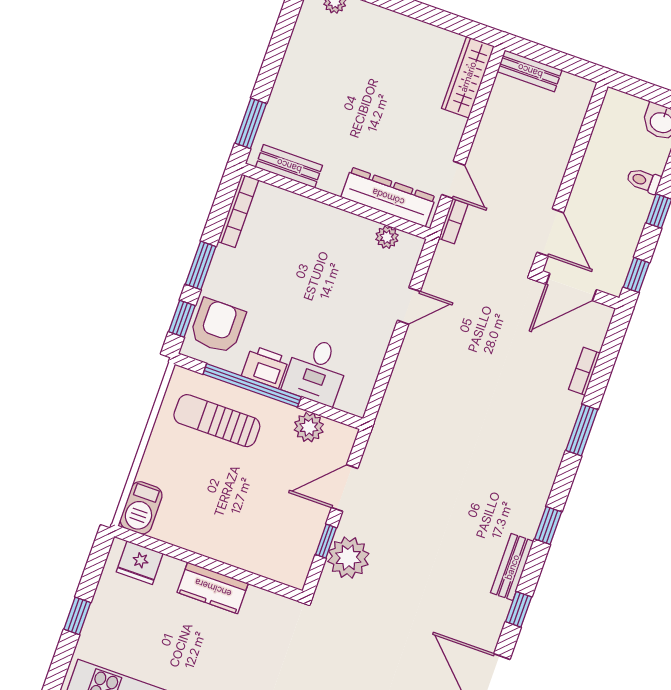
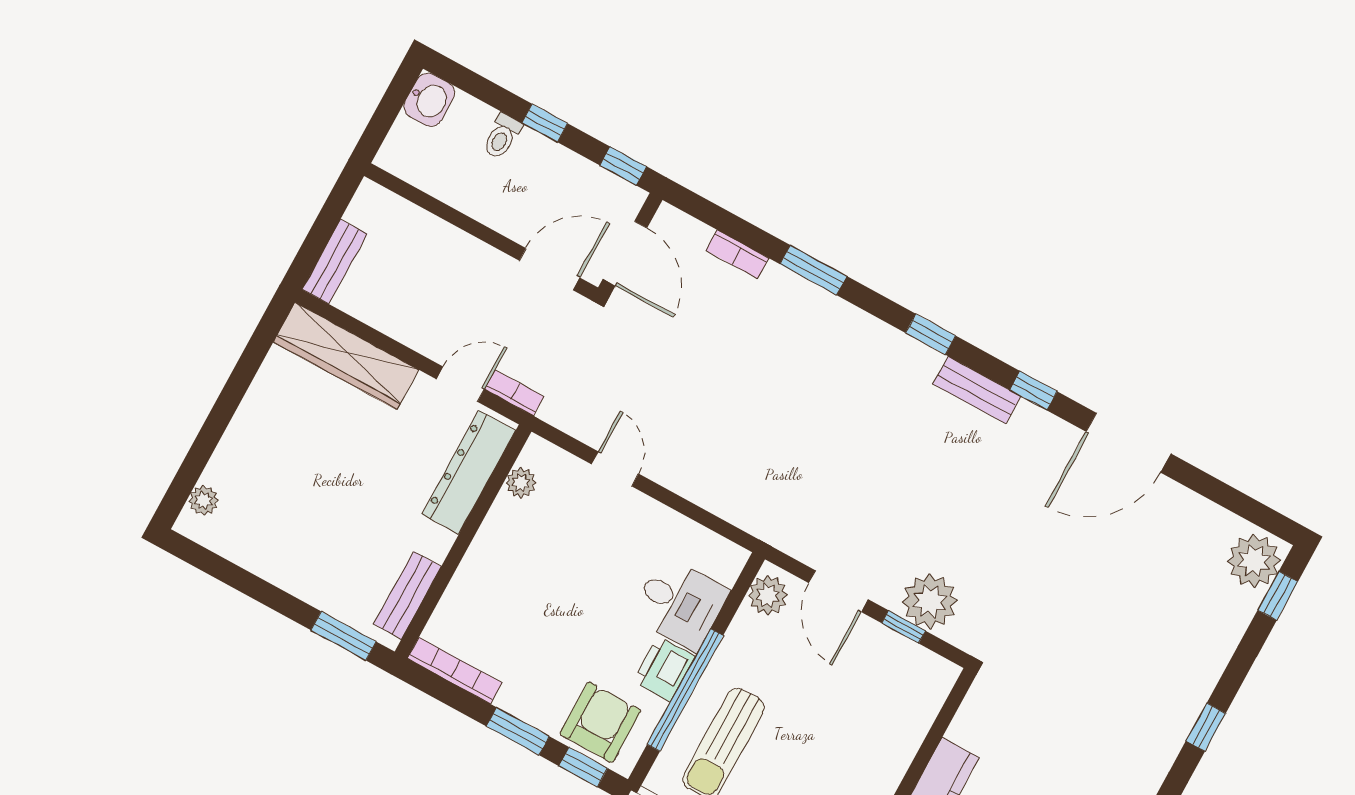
wardrobe: (468, 77) -> (346, 356), width x1.40, depth x1.17
armchair: (218, 326) -> (600, 722), turned 90
plant: (309, 427) -> (768, 595), moved

